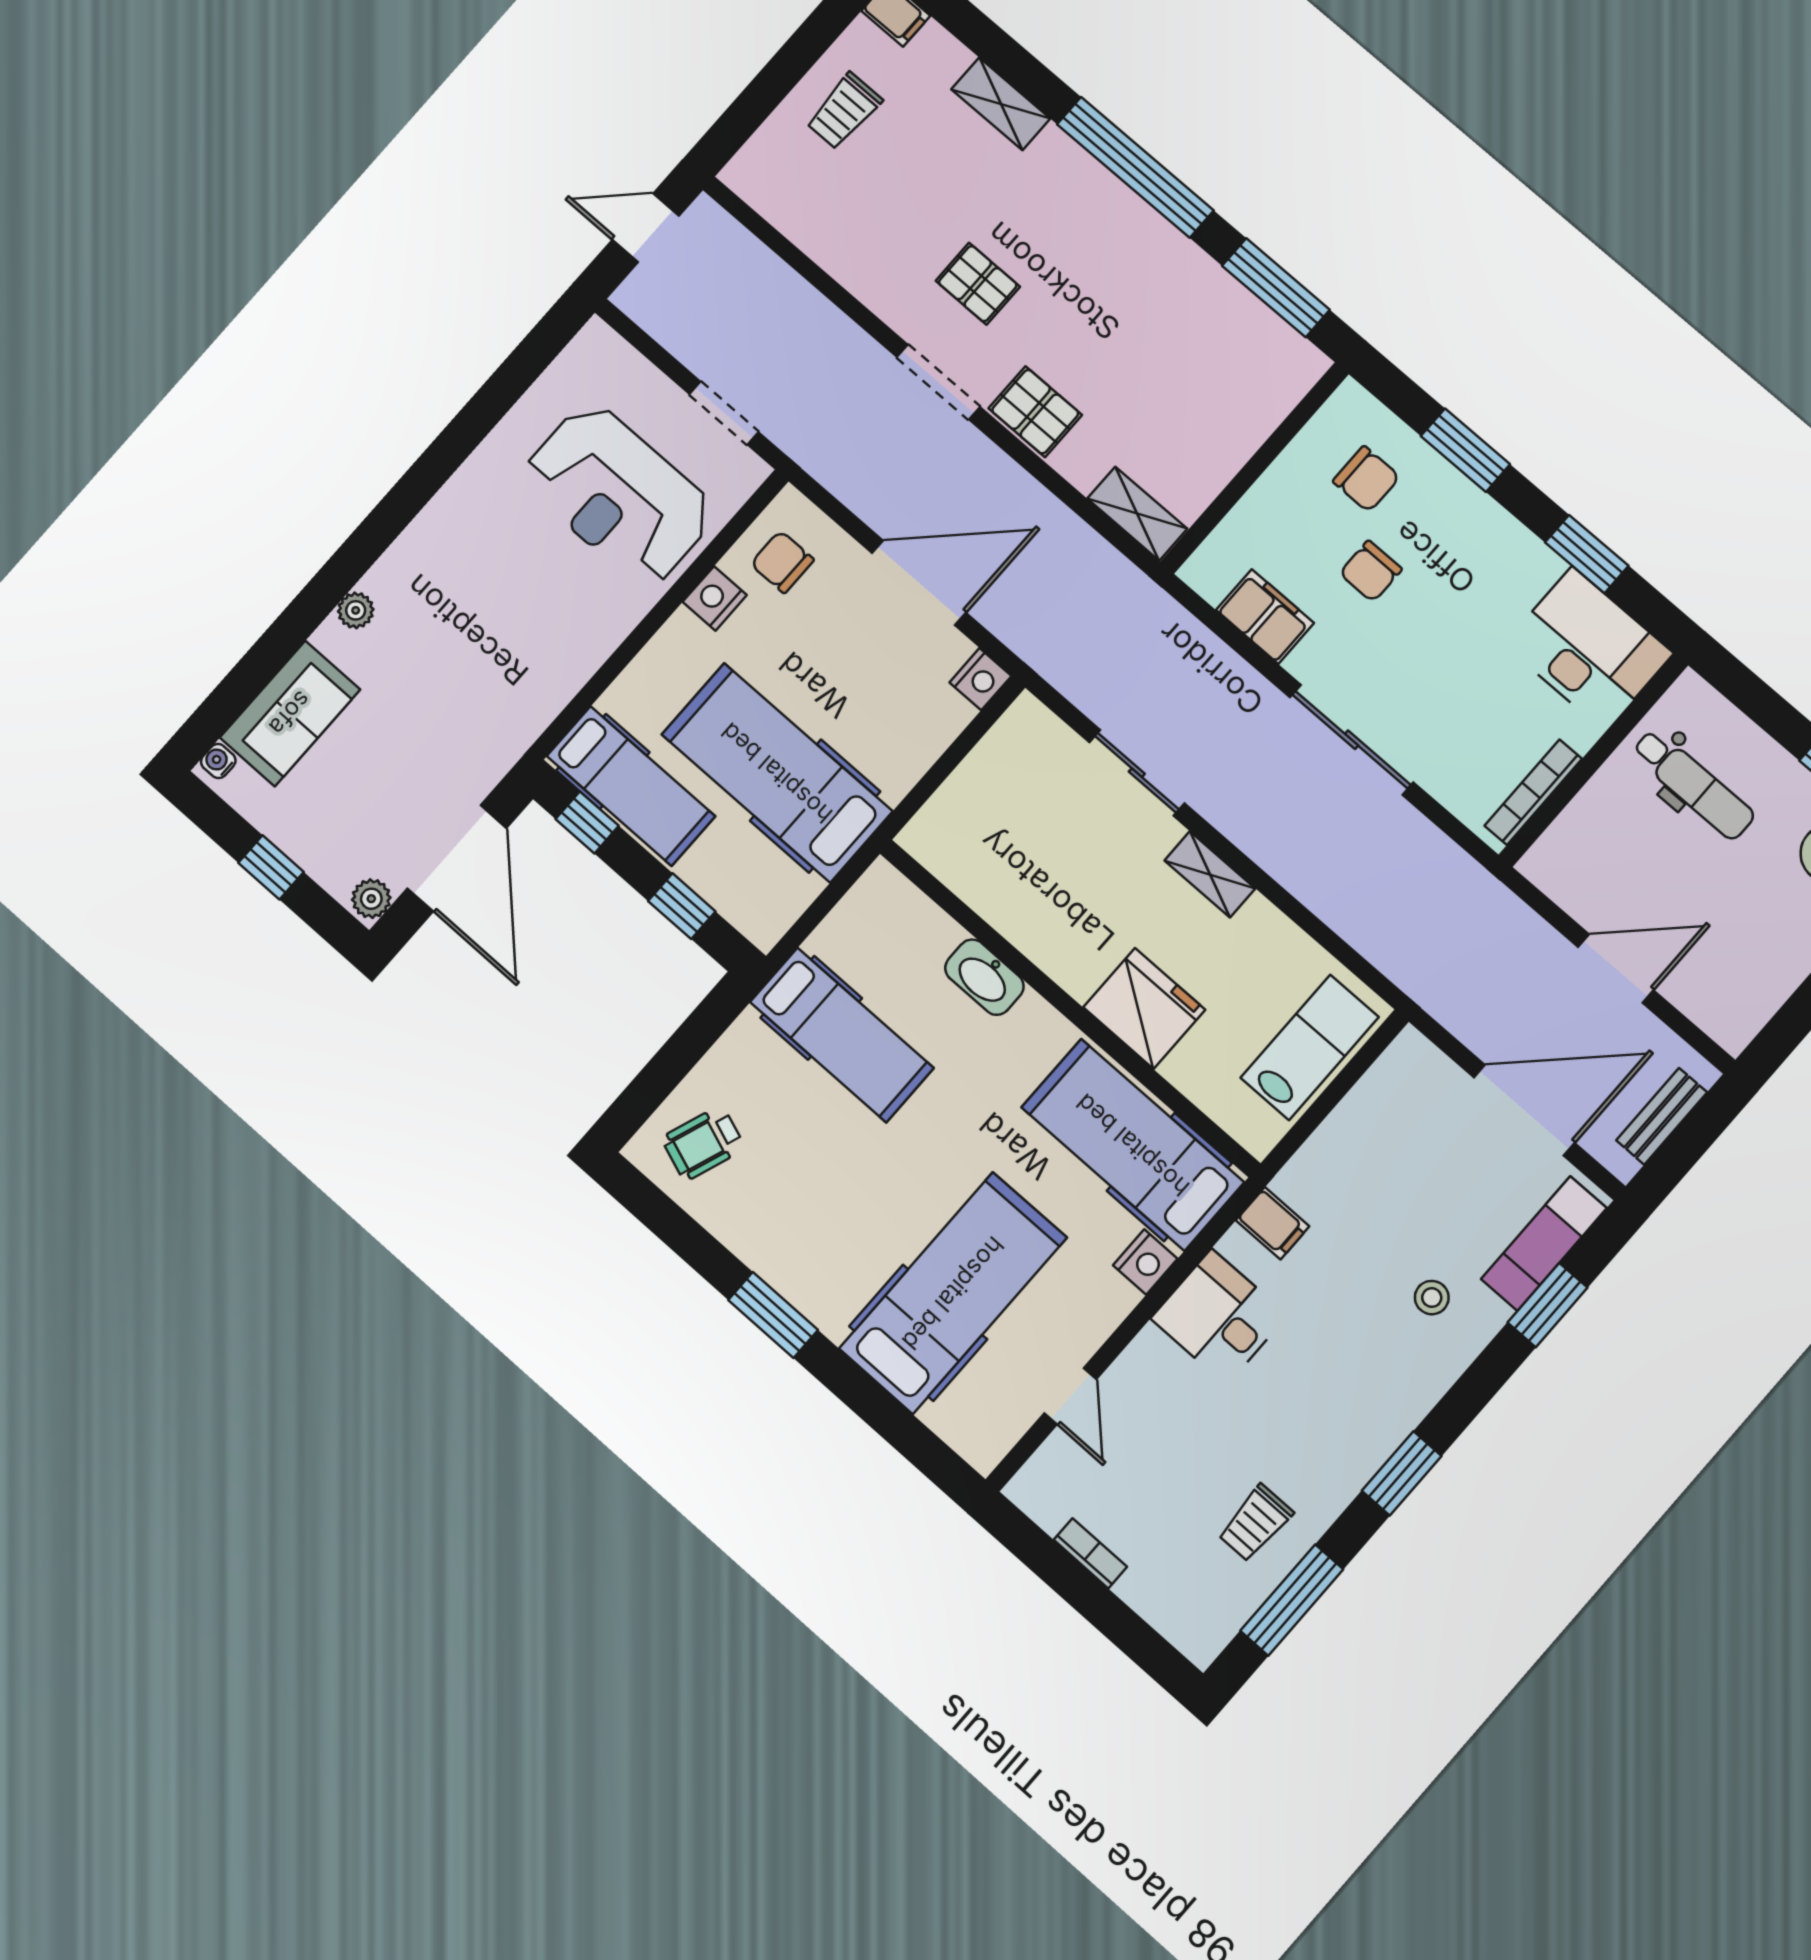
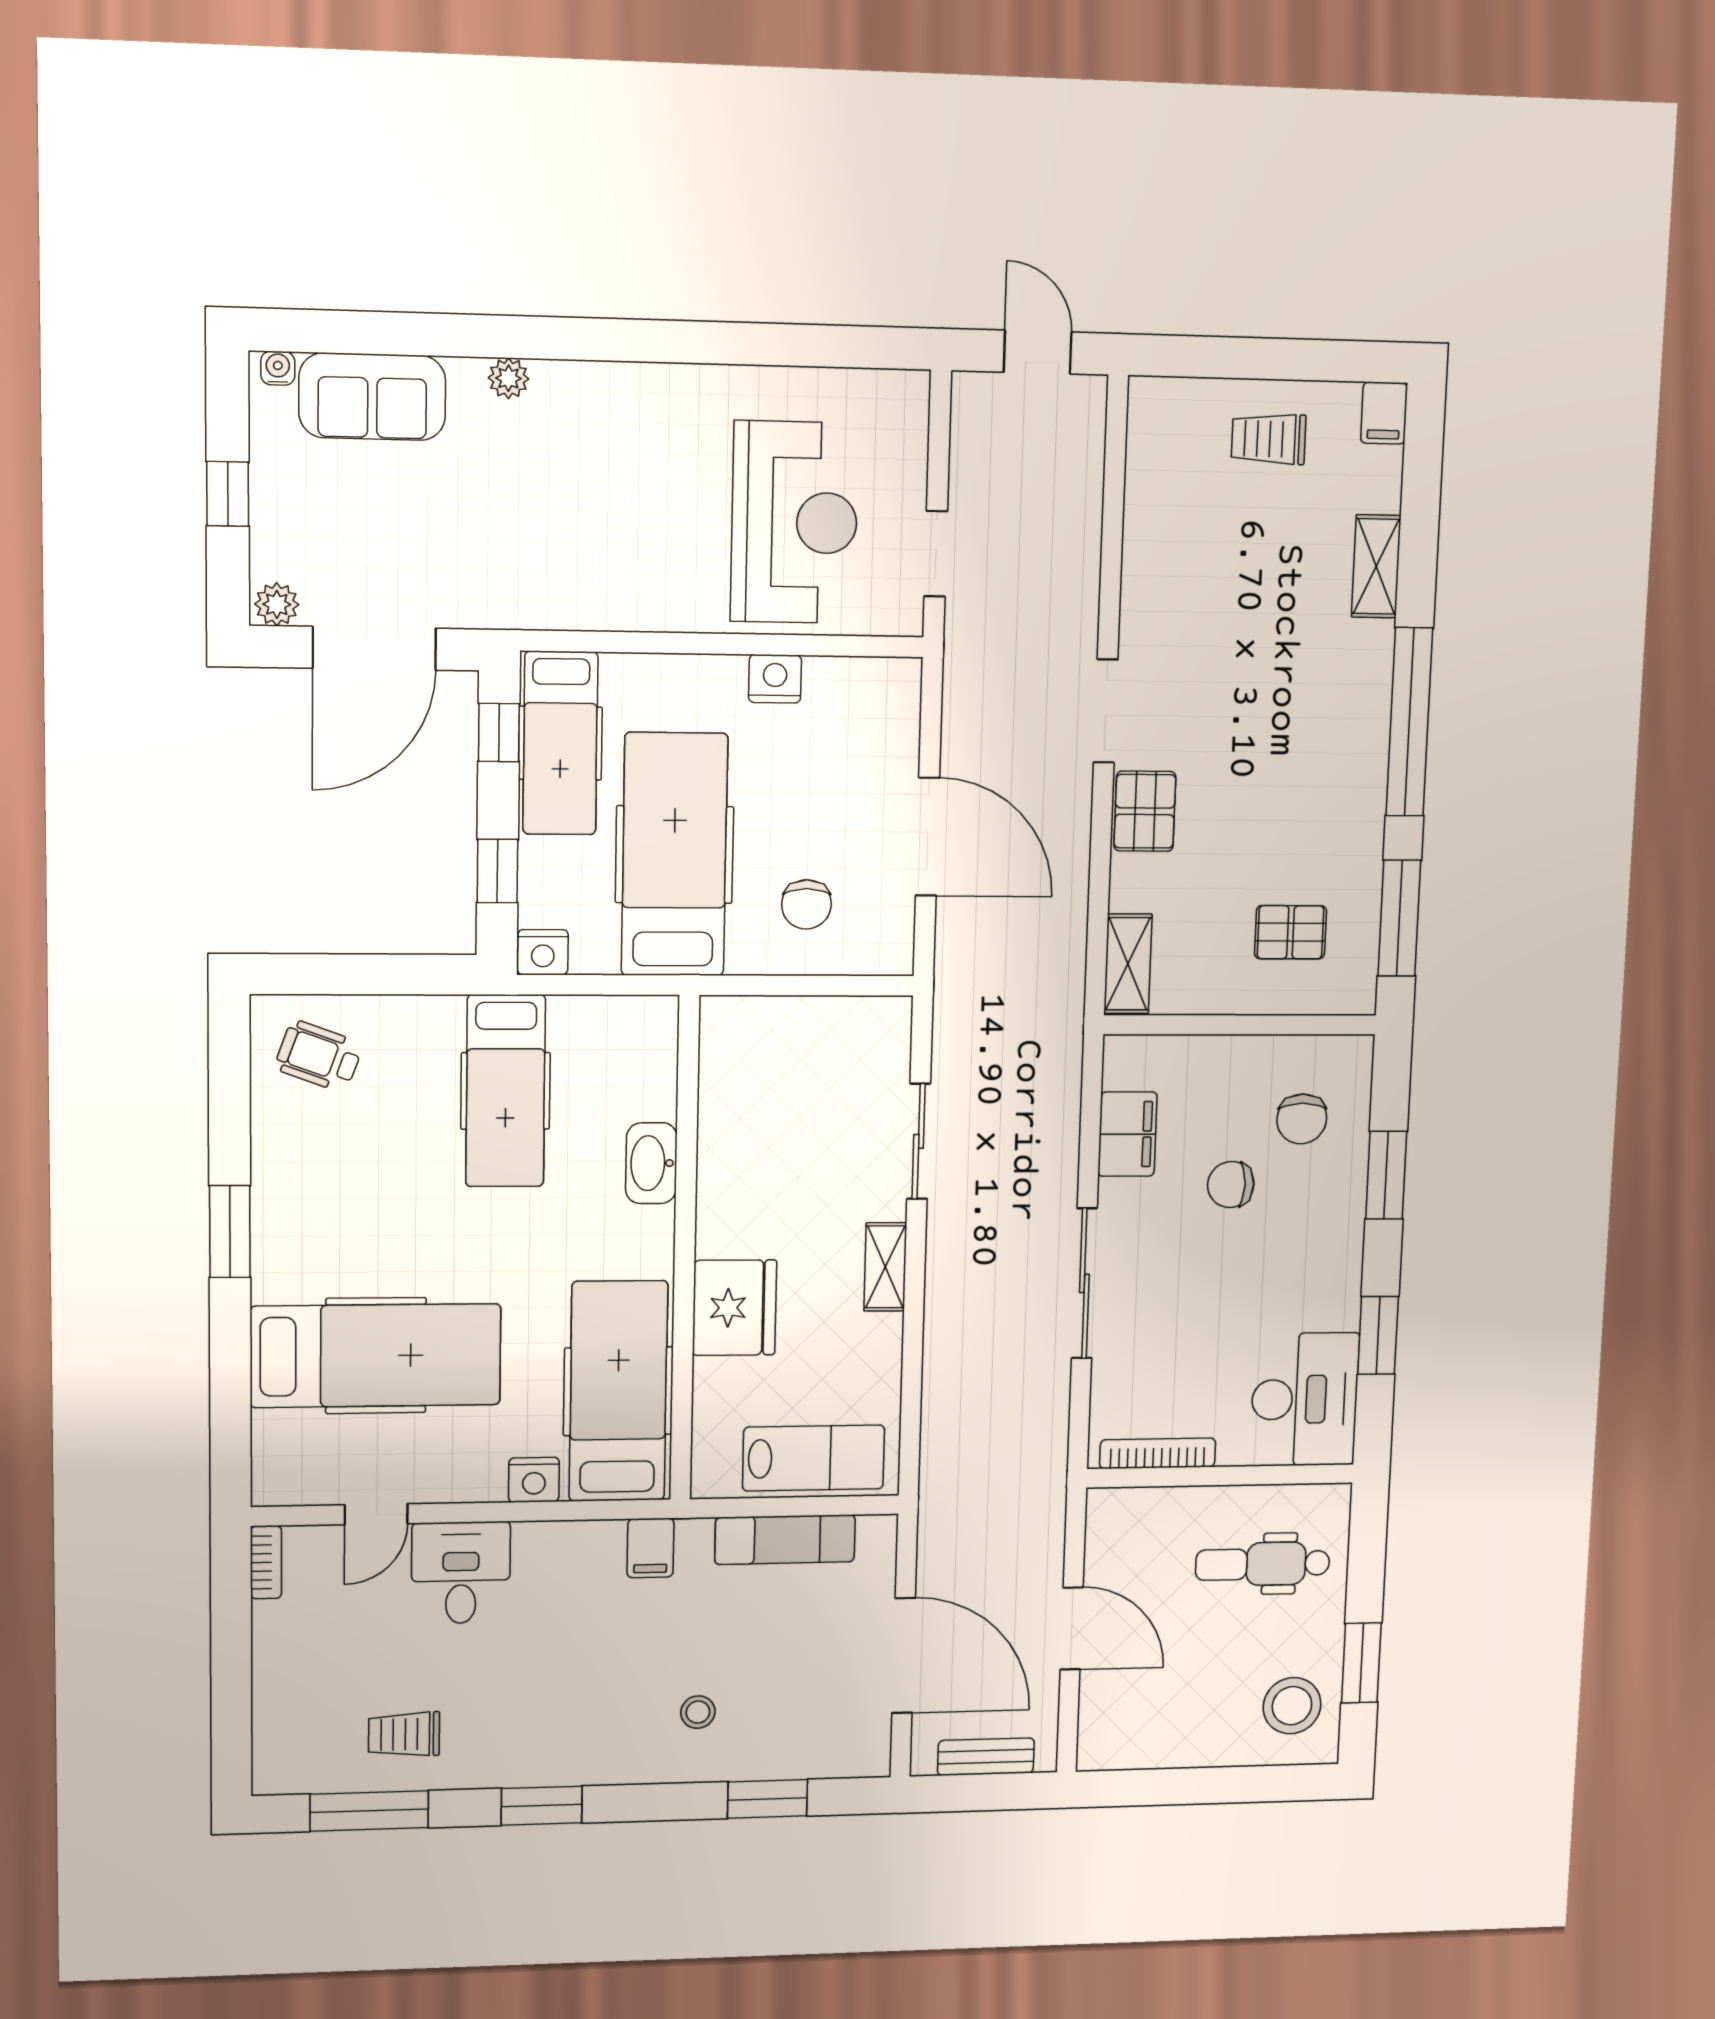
pallet: (978, 284) -> (1291, 932), moved, turned 90
reception desk: (618, 495) -> (794, 523), turned 180
chair: (782, 562) -> (806, 904), moved, turned 180
nightstand: (980, 679) -> (543, 952), moved
dental chair: (1693, 784) -> (1263, 1564), turned 90
exam couch: (1544, 1244) -> (785, 1540), moved, turned 180
desk: (1219, 1317) -> (461, 1573), moved
bookcase: (1090, 1553) -> (266, 1562), moved

